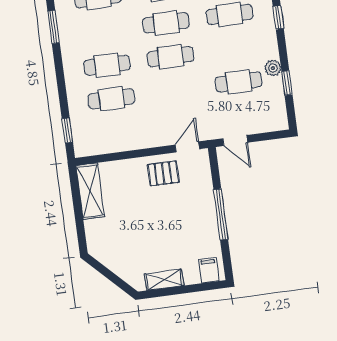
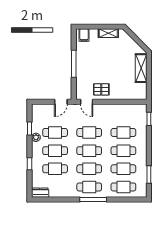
cafe table: (102, 31) -> (123, 169), added
cafe table: (234, 48) -> (55, 151), added
cafe table: (175, 90) -> (89, 132), added
door: (235, 141) -> (61, 102), swing flipped
door: (187, 147) -> (87, 102), hinge flipped
shelving: (90, 191) -> (141, 68), moved

